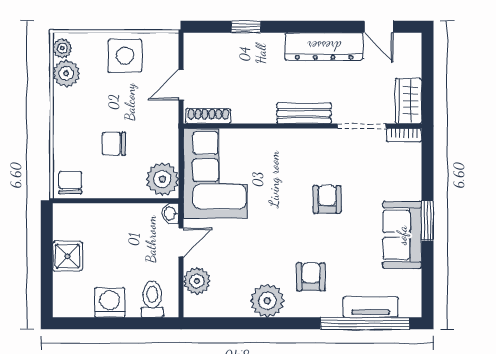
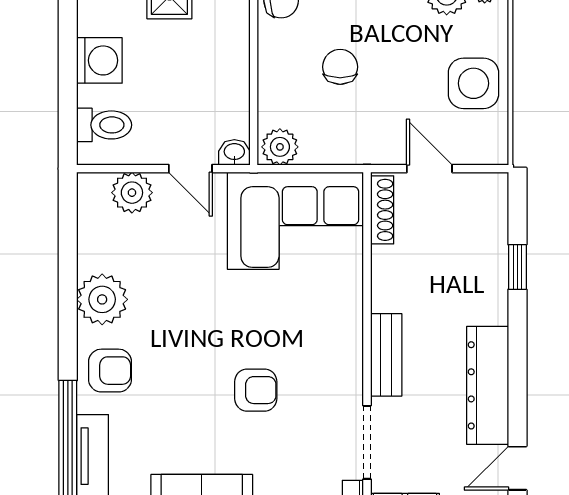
plant: (162, 179) -> (280, 147), width x0.73, depth x0.73
armchair: (311, 277) -> (110, 371), moved

